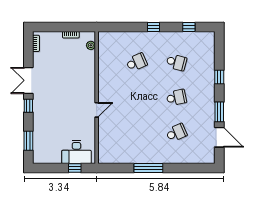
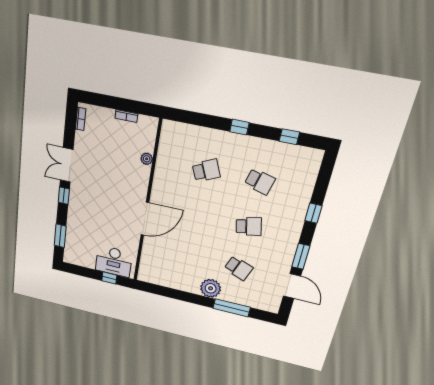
plant: (91, 45) -> (147, 159), moved
door: (97, 110) -> (145, 219), width x1.88
school desk: (176, 133) -> (239, 268), turned 45
plant: (159, 155) -> (211, 288), added
window: (148, 168) -> (232, 308), moved

